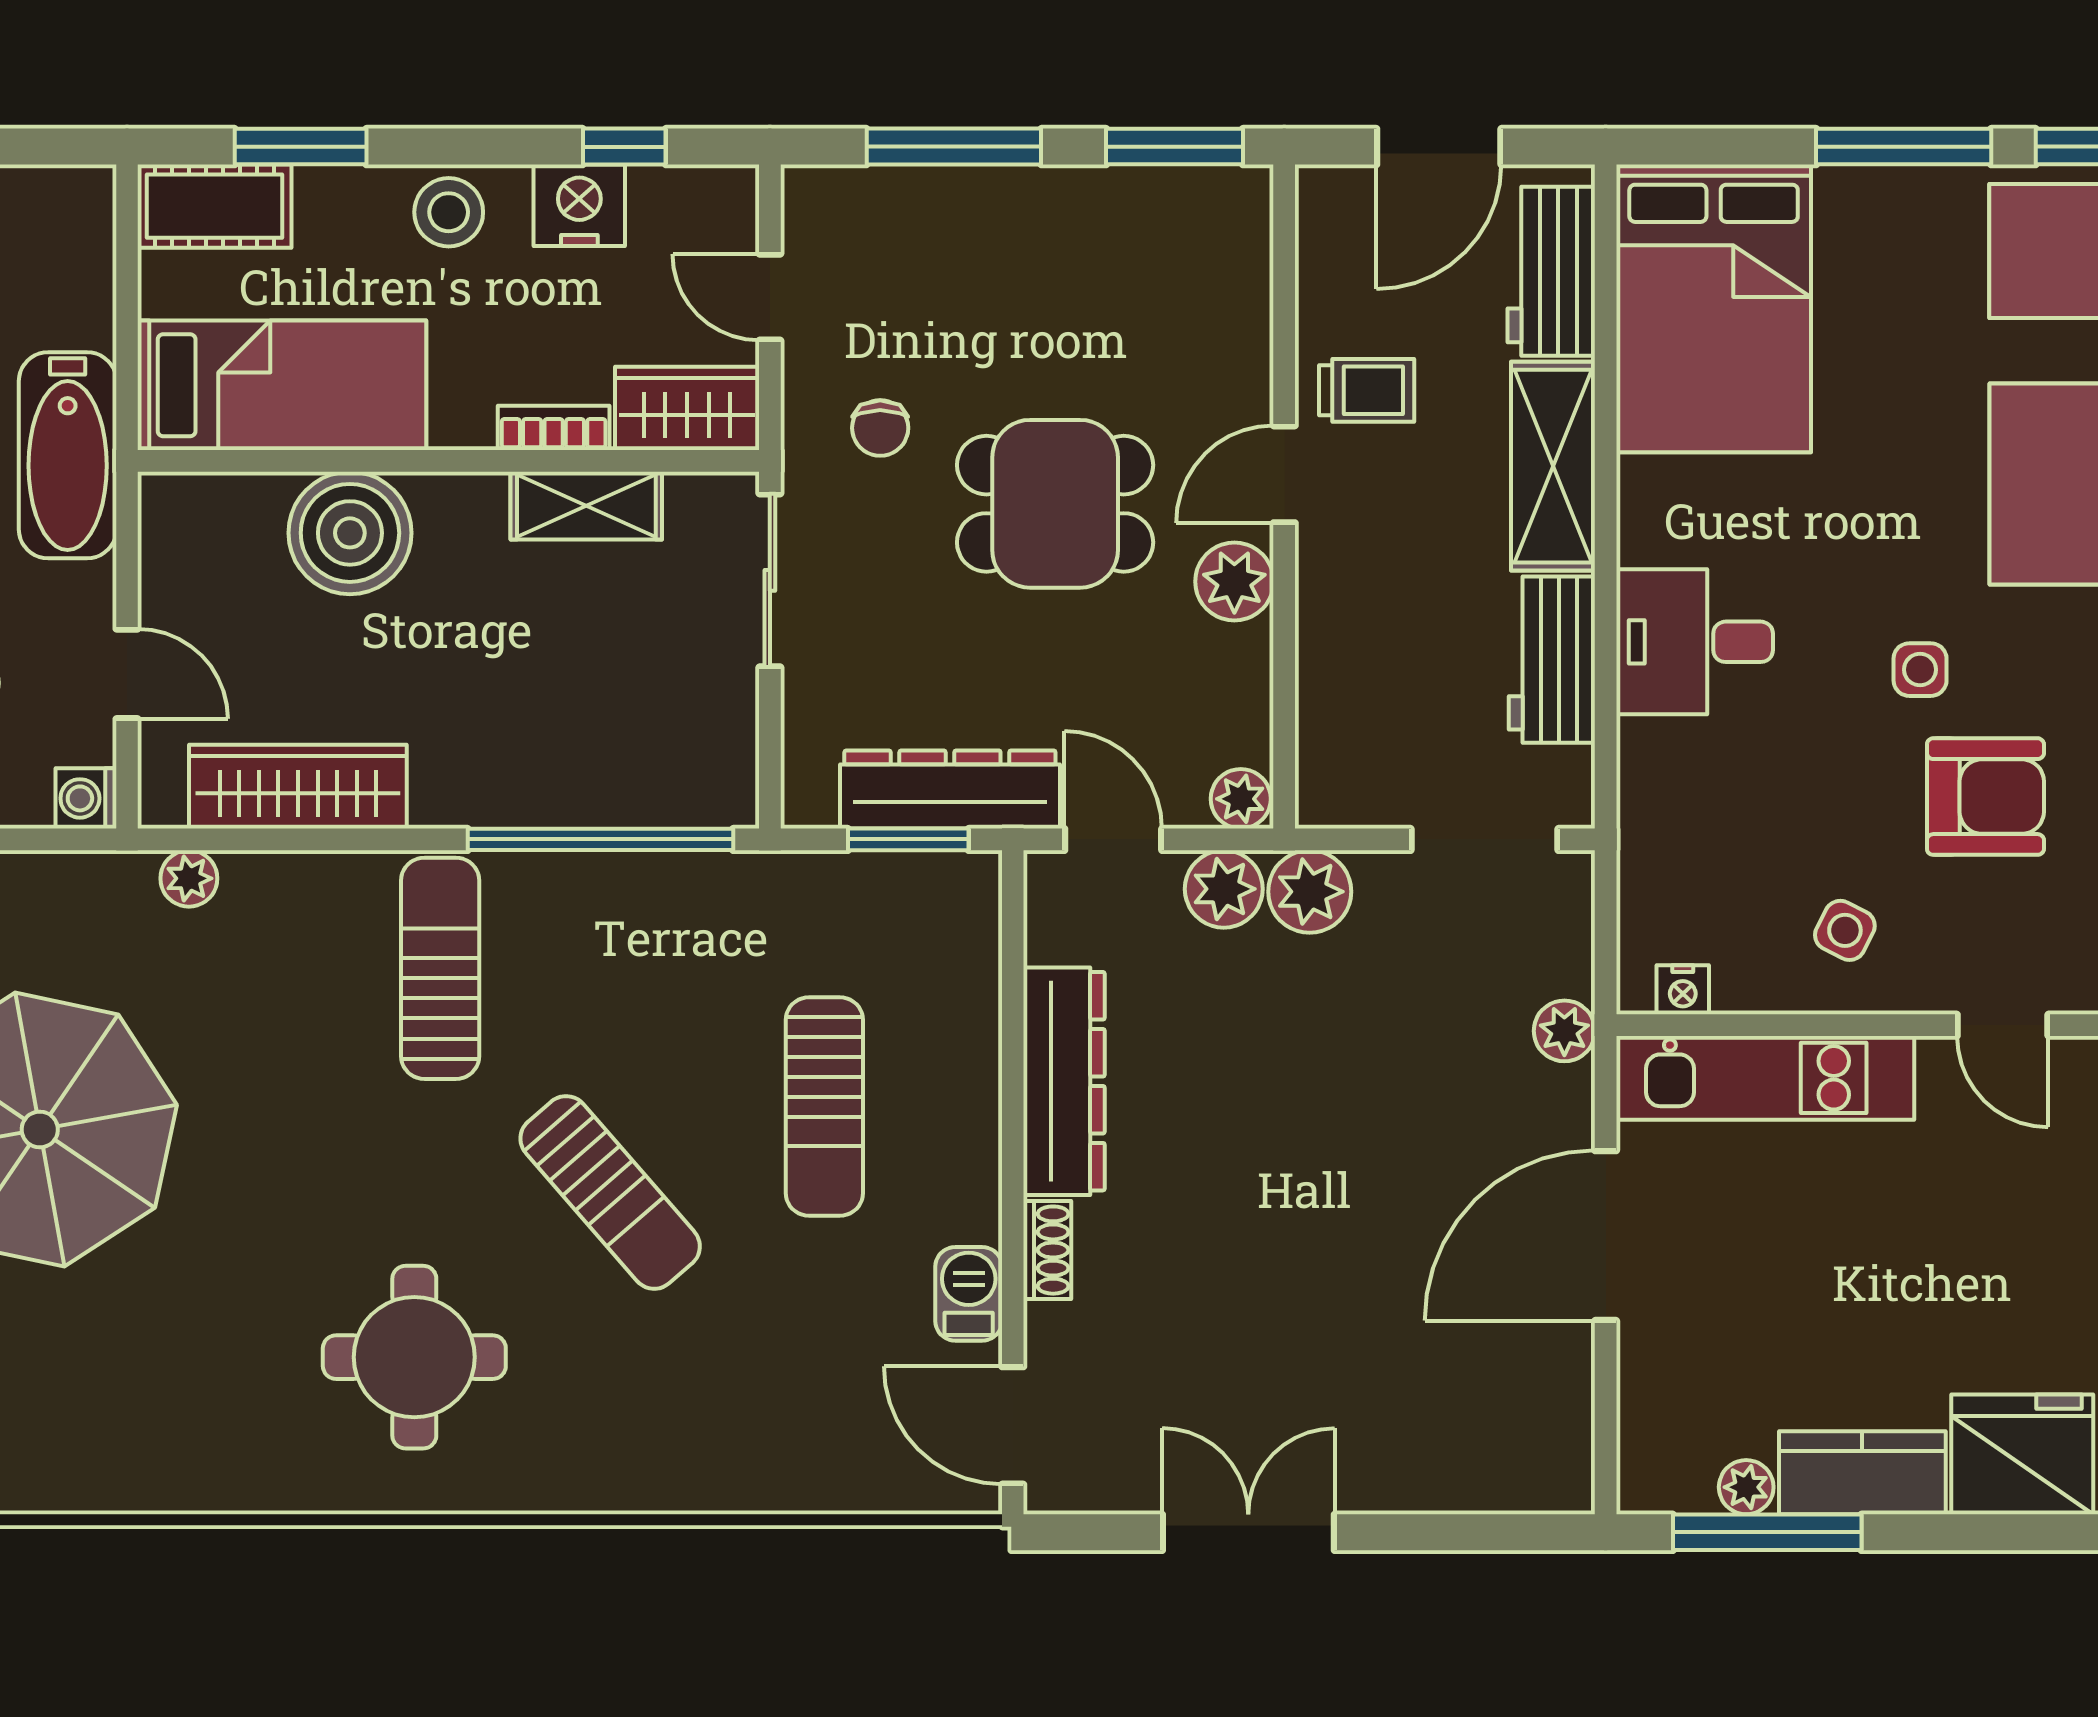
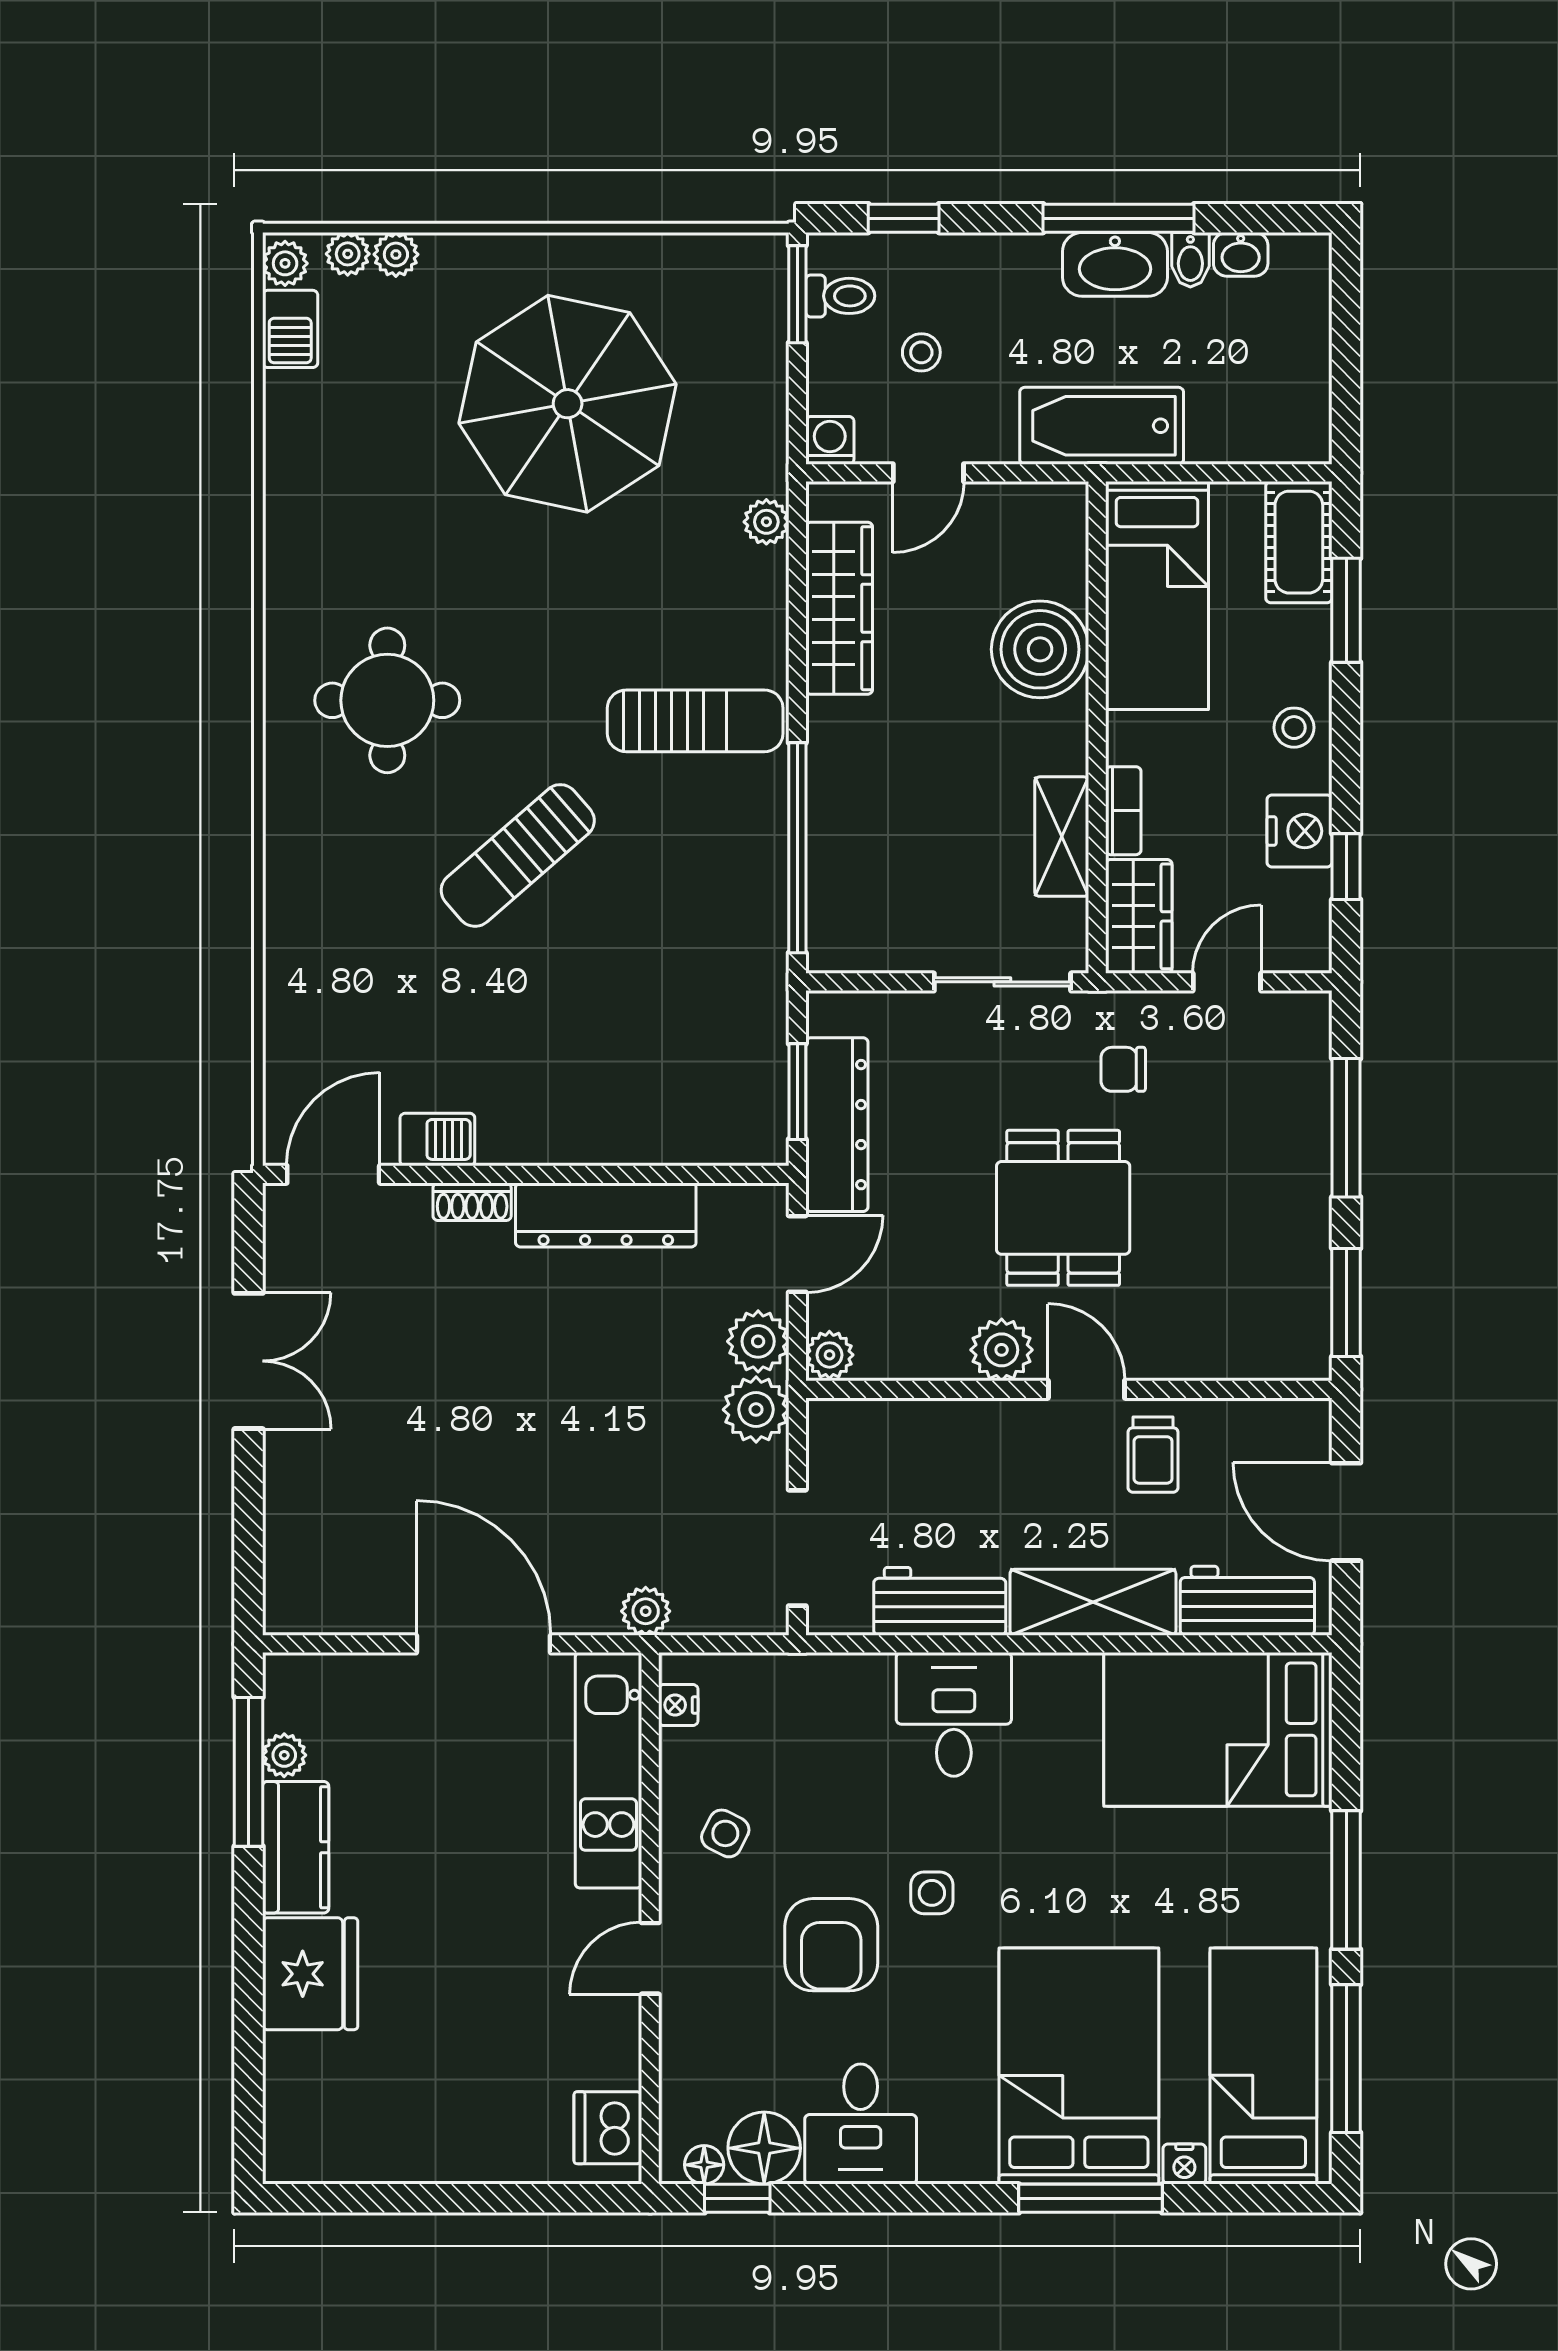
stool: (449, 212) -> (1294, 728), width x0.73, depth x0.73
sun lounger: (824, 1106) -> (586, 1025), removed

